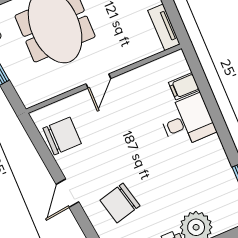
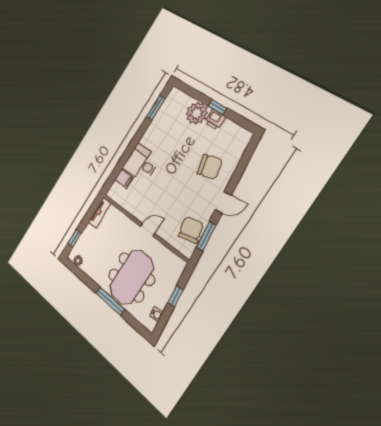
chair: (62, 136) -> (191, 230), turned 76
window: (43, 150) -> (206, 236), added

